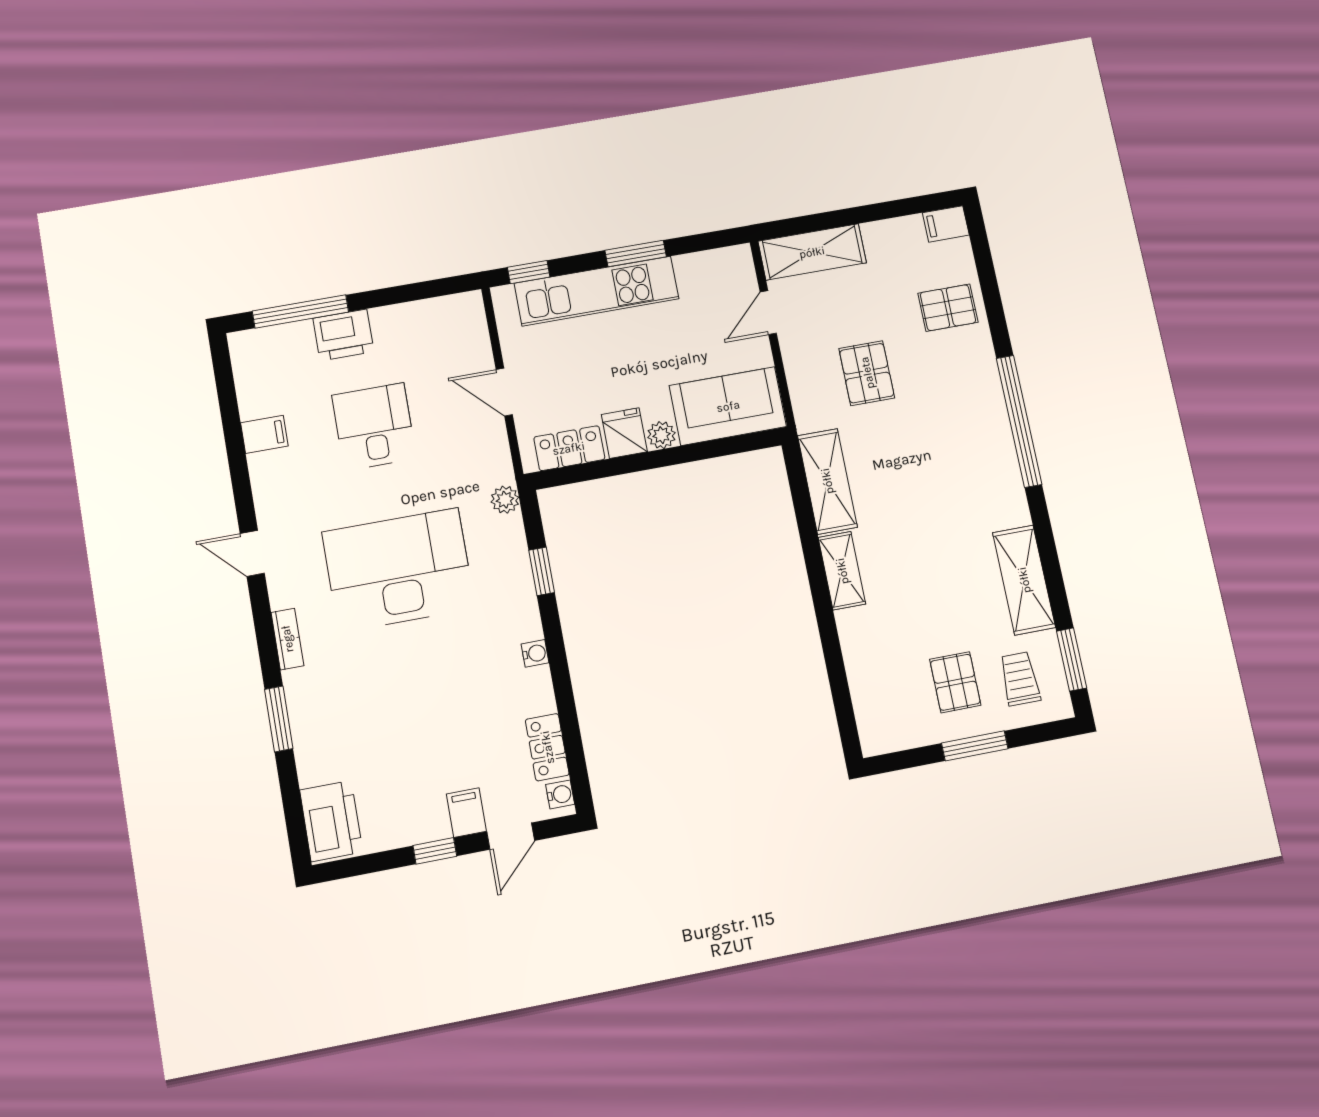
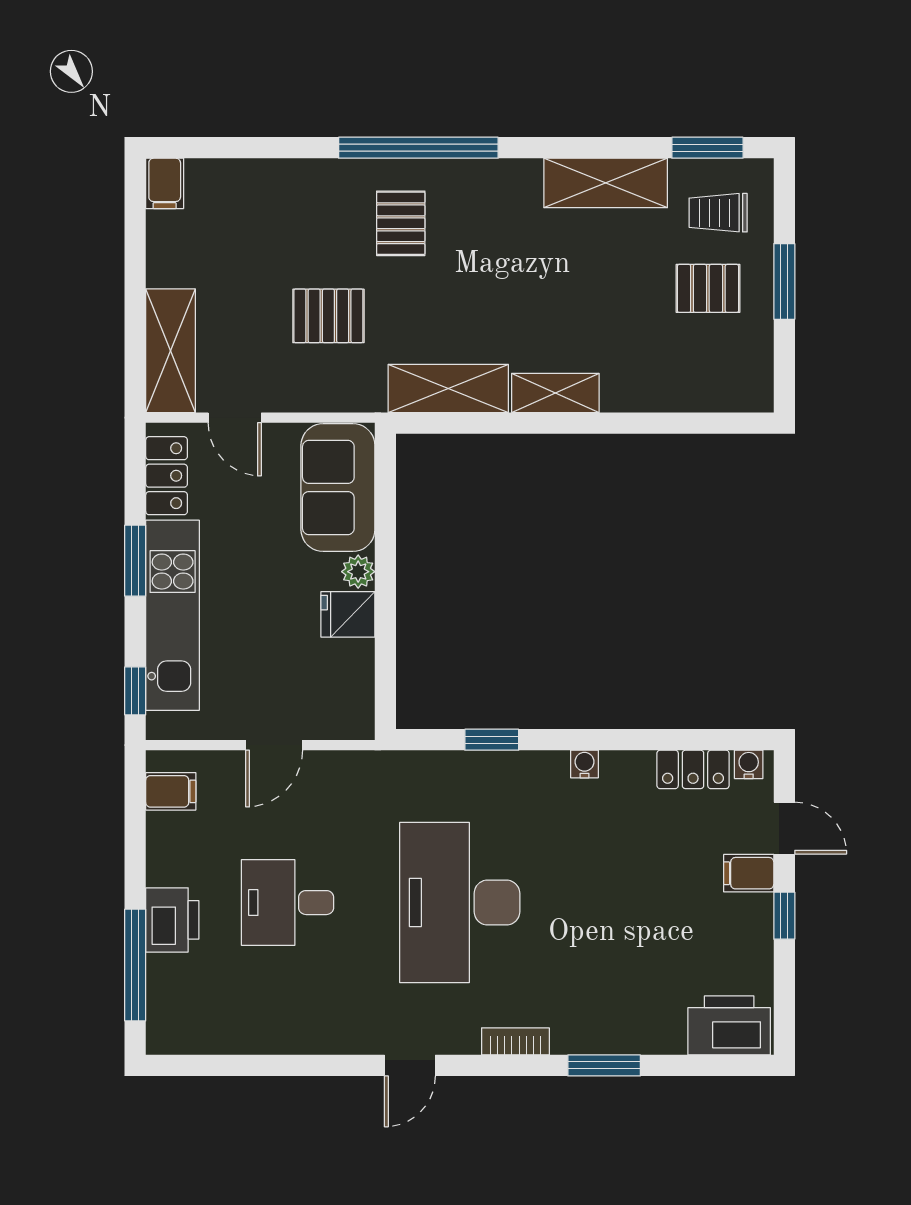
pallet: (948, 308) -> (401, 223), moved
filing cabinet: (264, 434) -> (171, 791), moved, turned 90
locker: (569, 448) -> (167, 476), moved, turned 180
plant: (505, 500) -> (401, 767), removed

